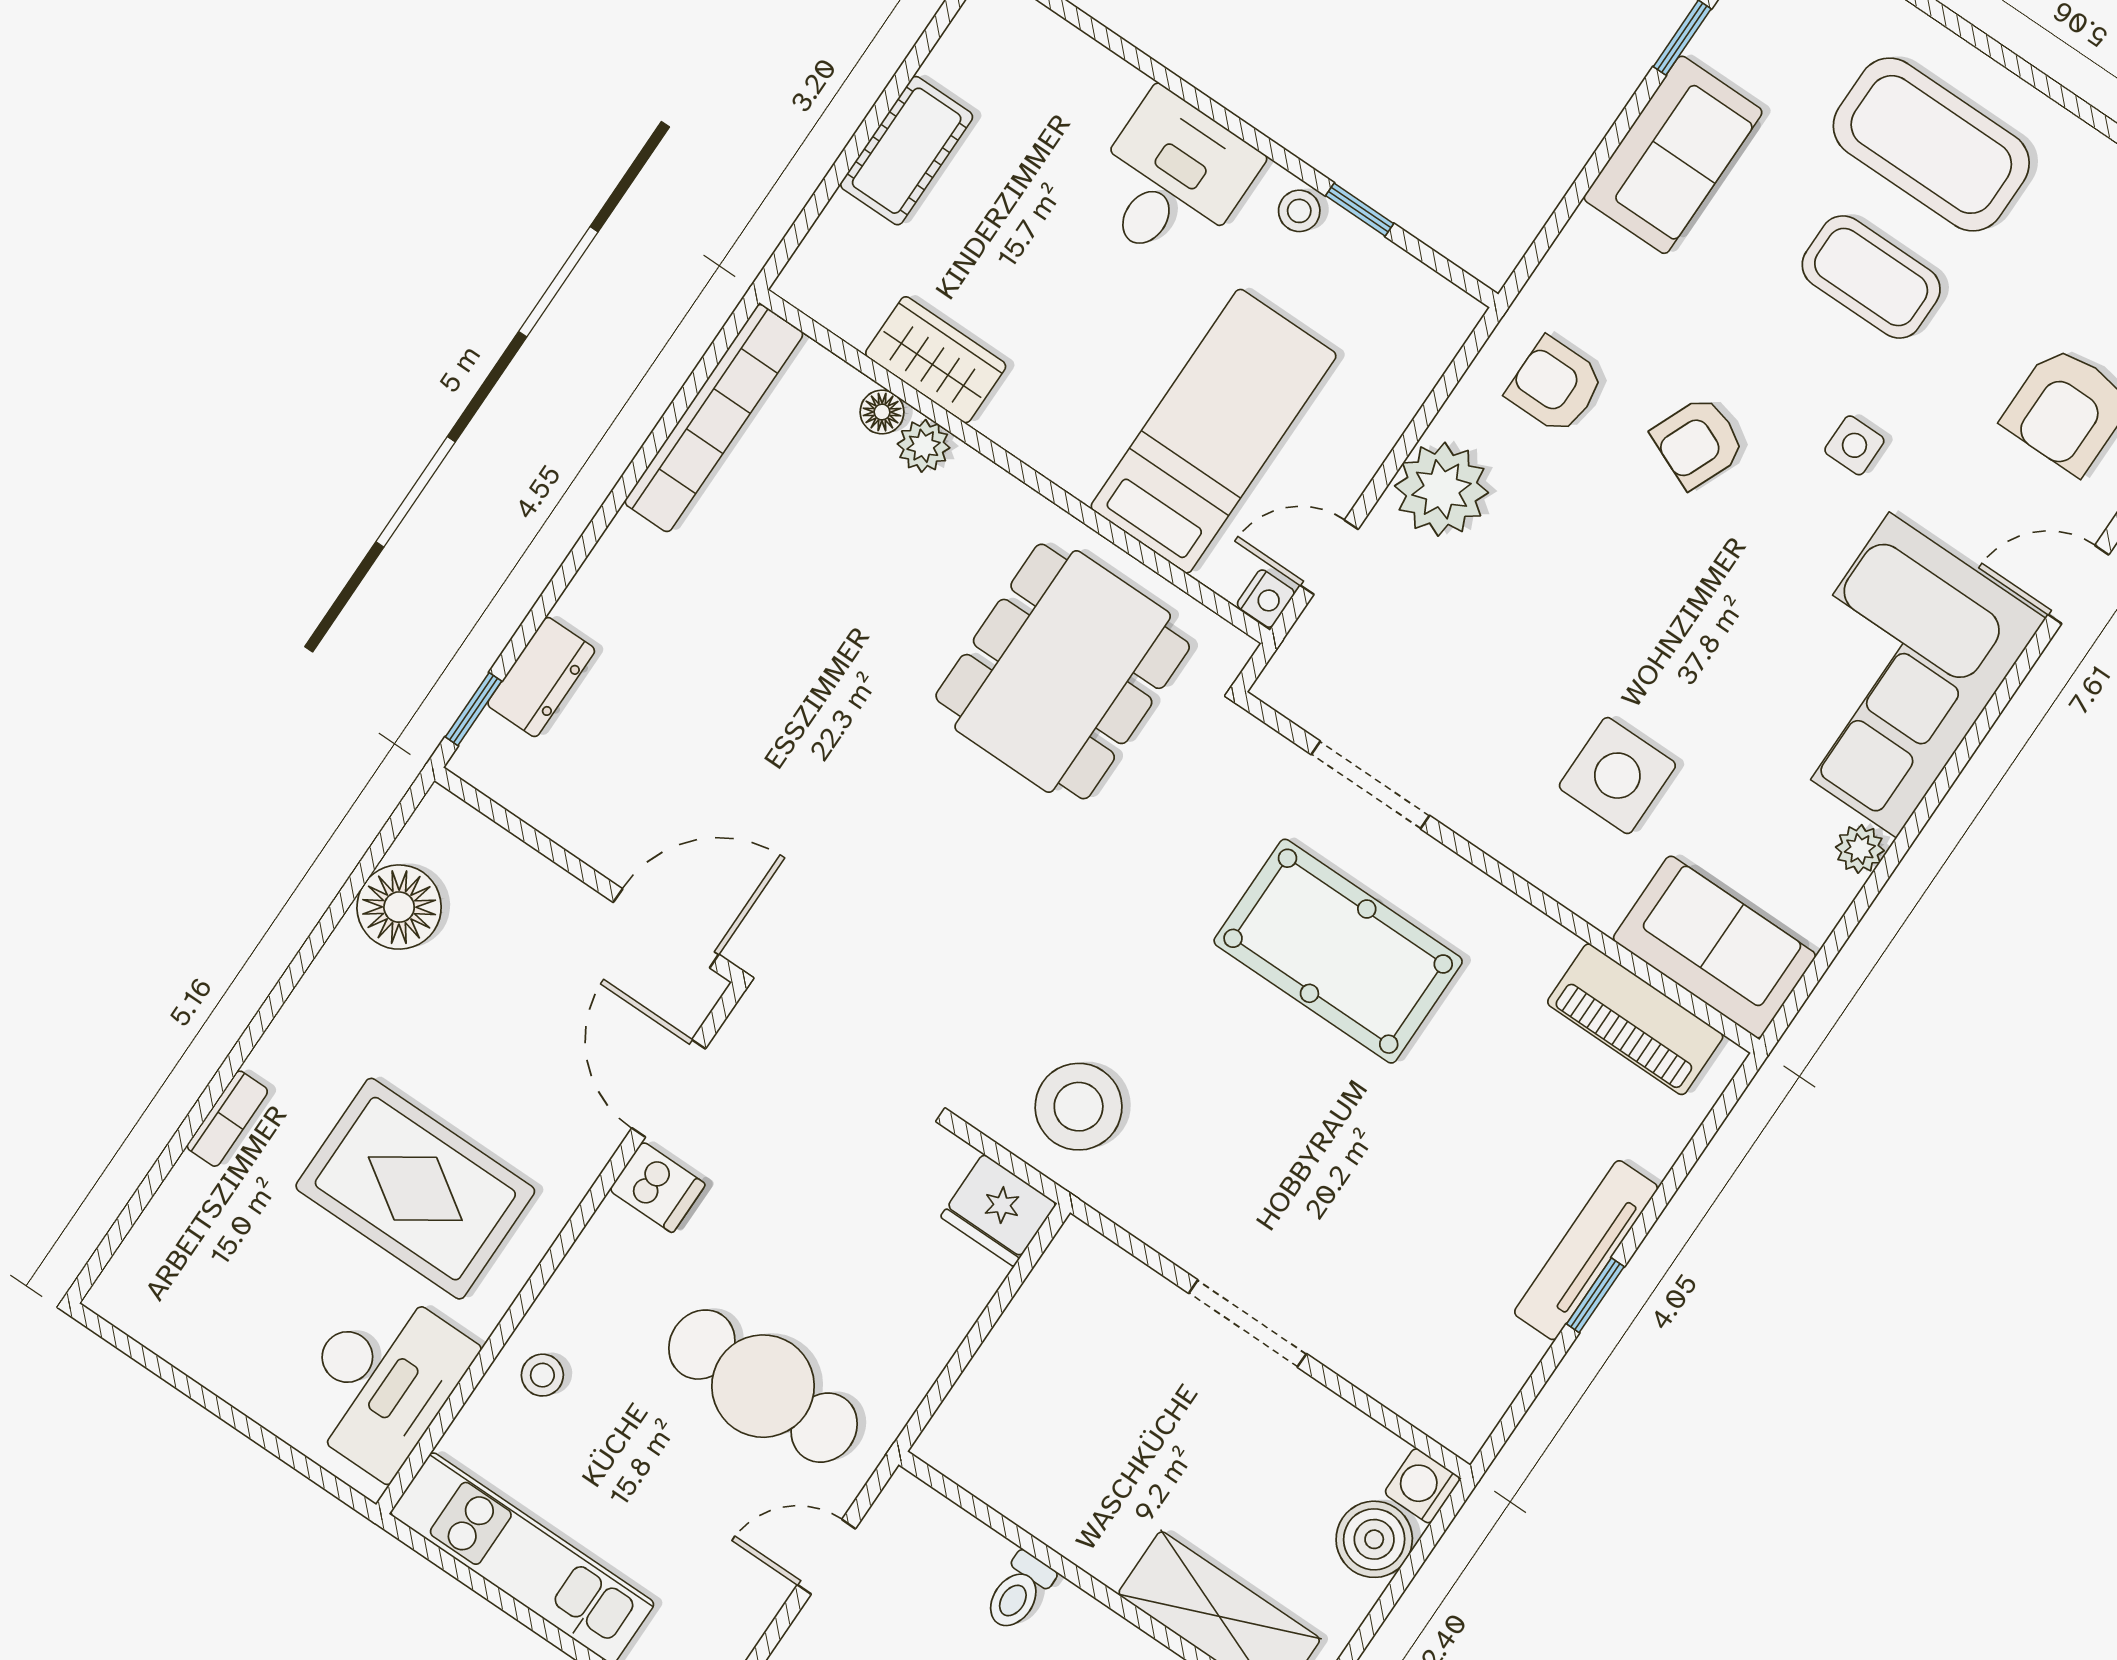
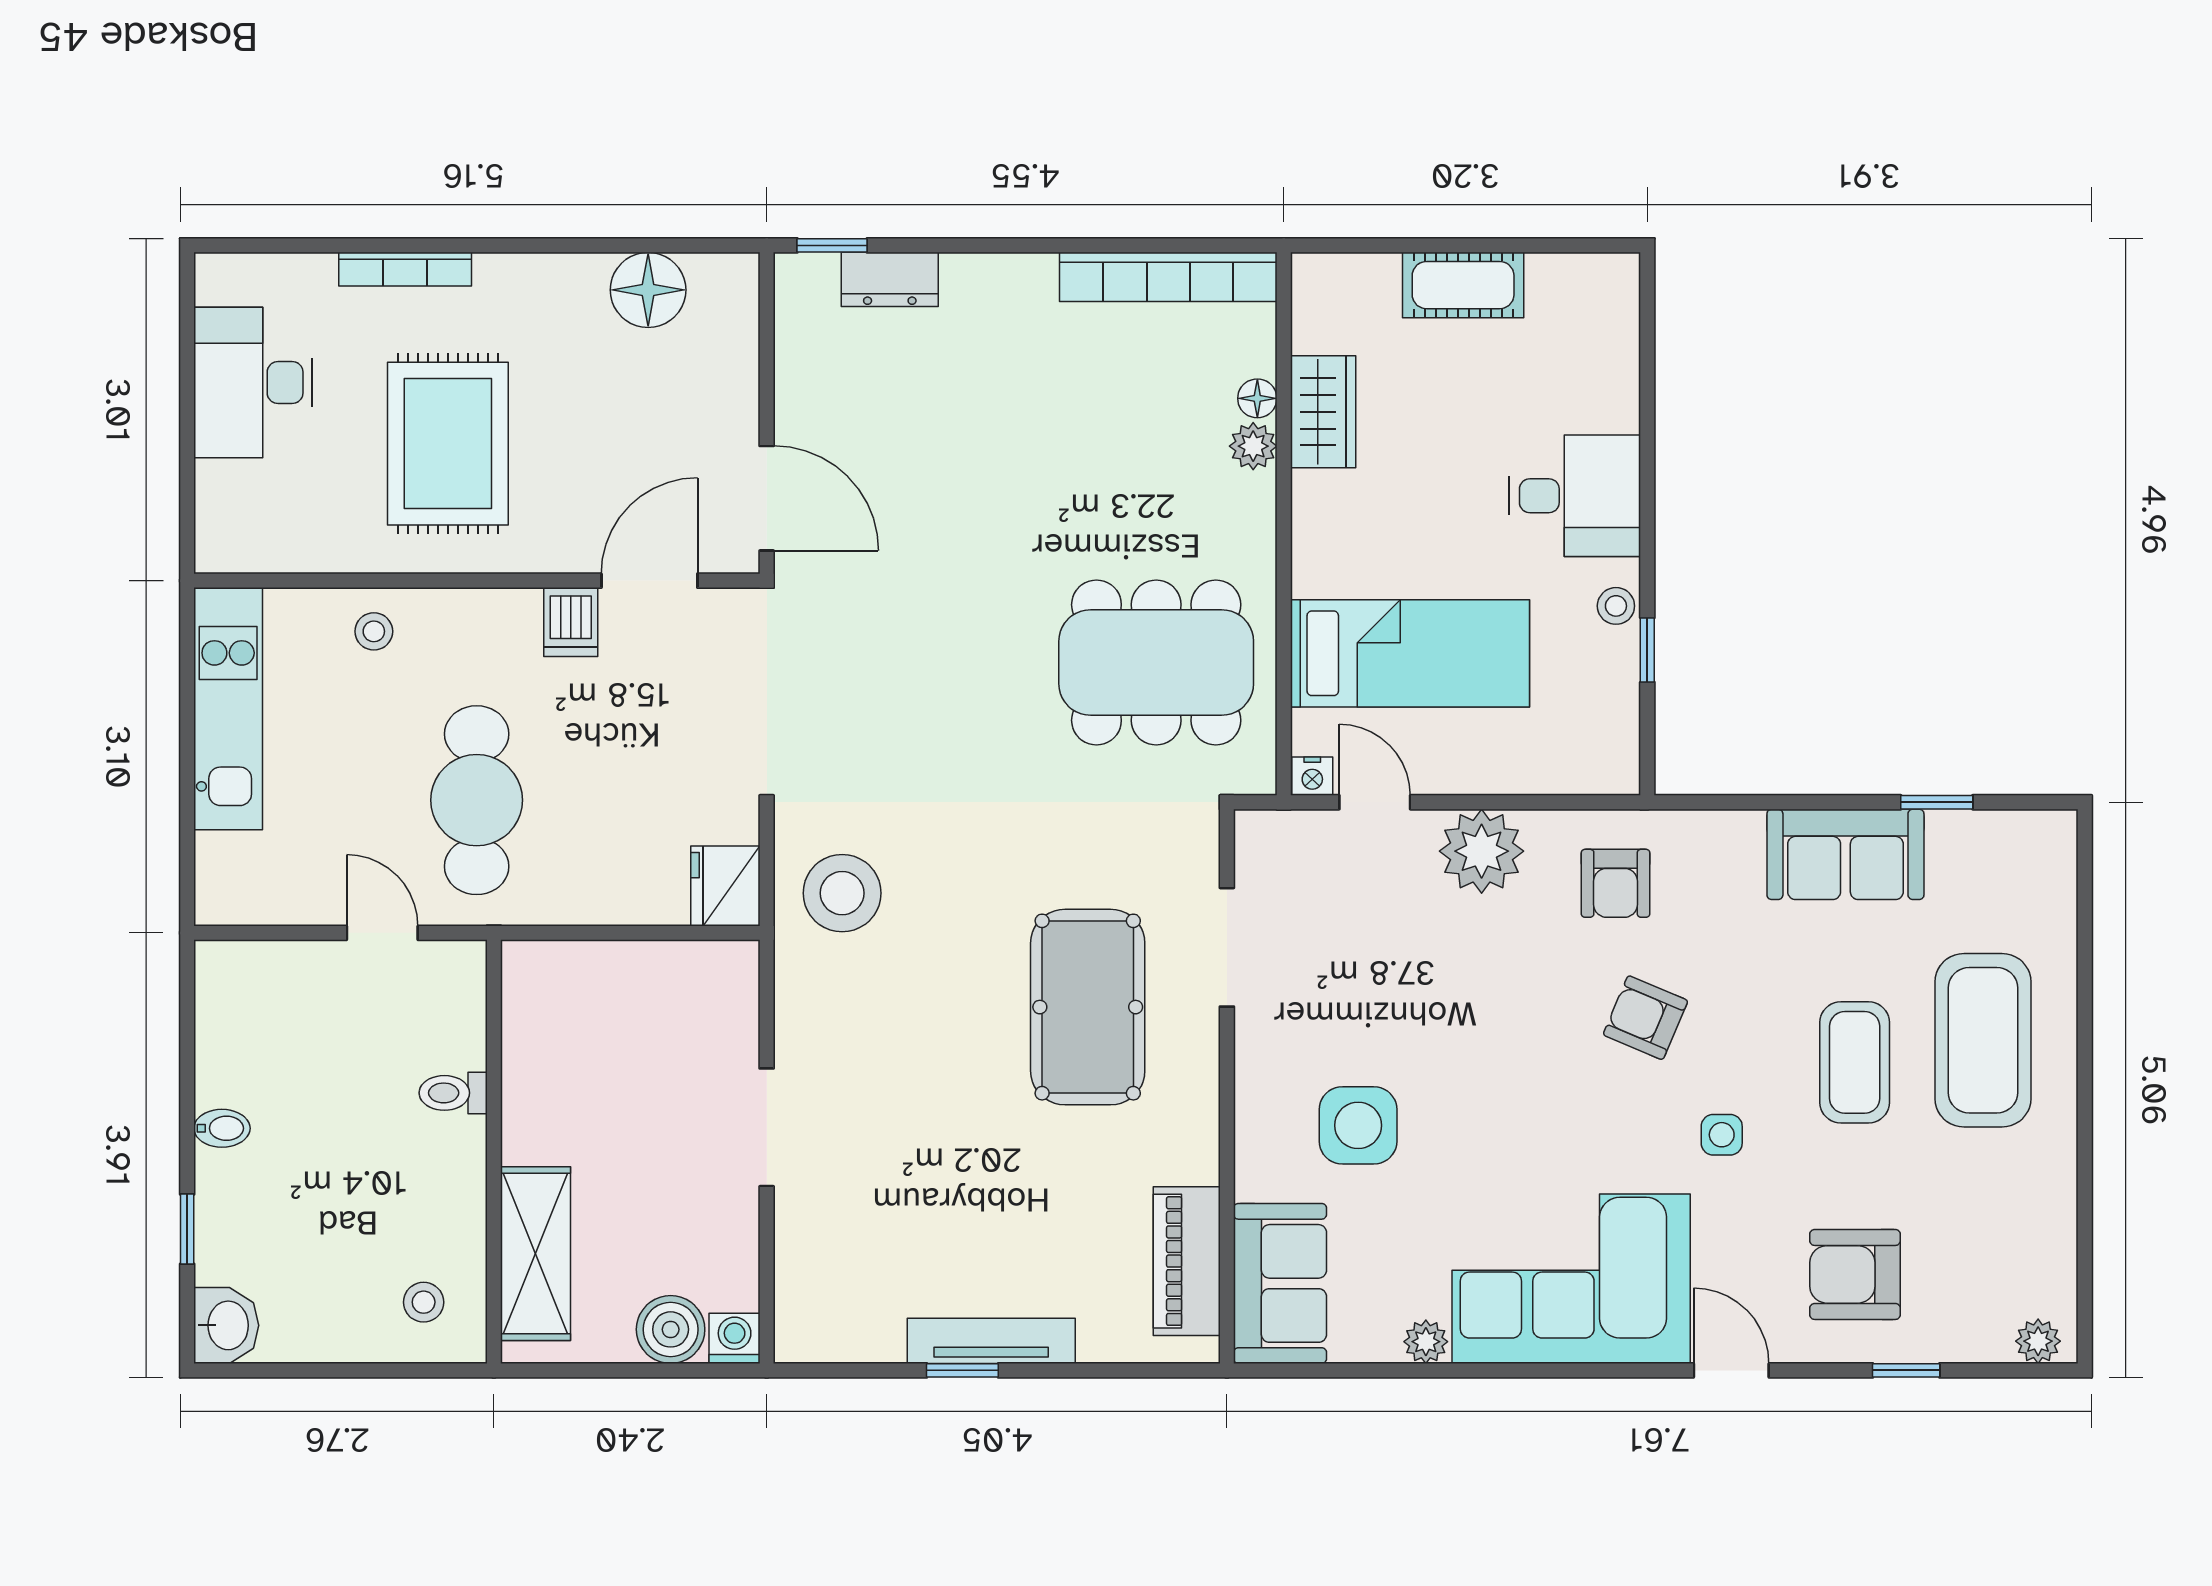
armchair: (1555, 386) -> (1616, 883), turned 180
bookcase: (227, 1119) -> (405, 269), width x1.56
desk: (381, 1380) -> (253, 383), moved, turned 90

